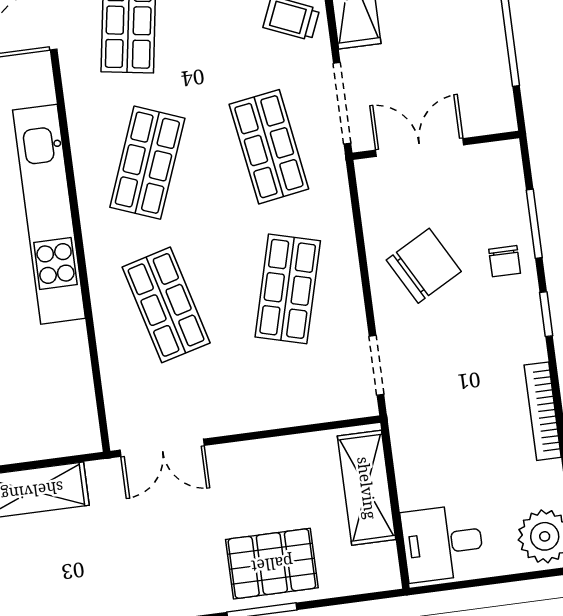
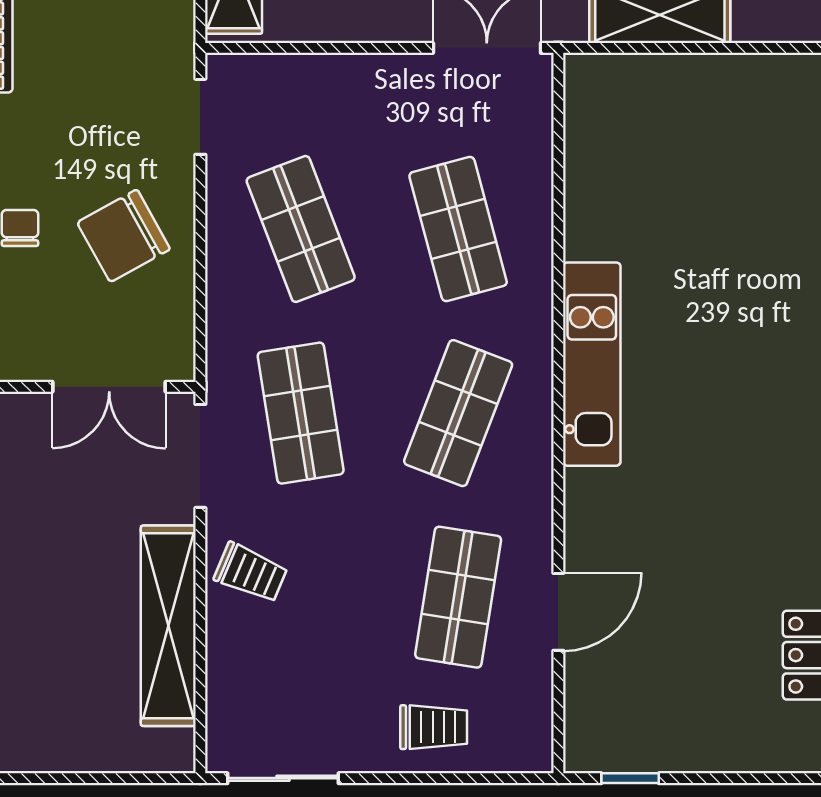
kitchen unit: (49, 214) -> (592, 364), width x0.73
shop shelf: (288, 289) -> (301, 229), turned -36

